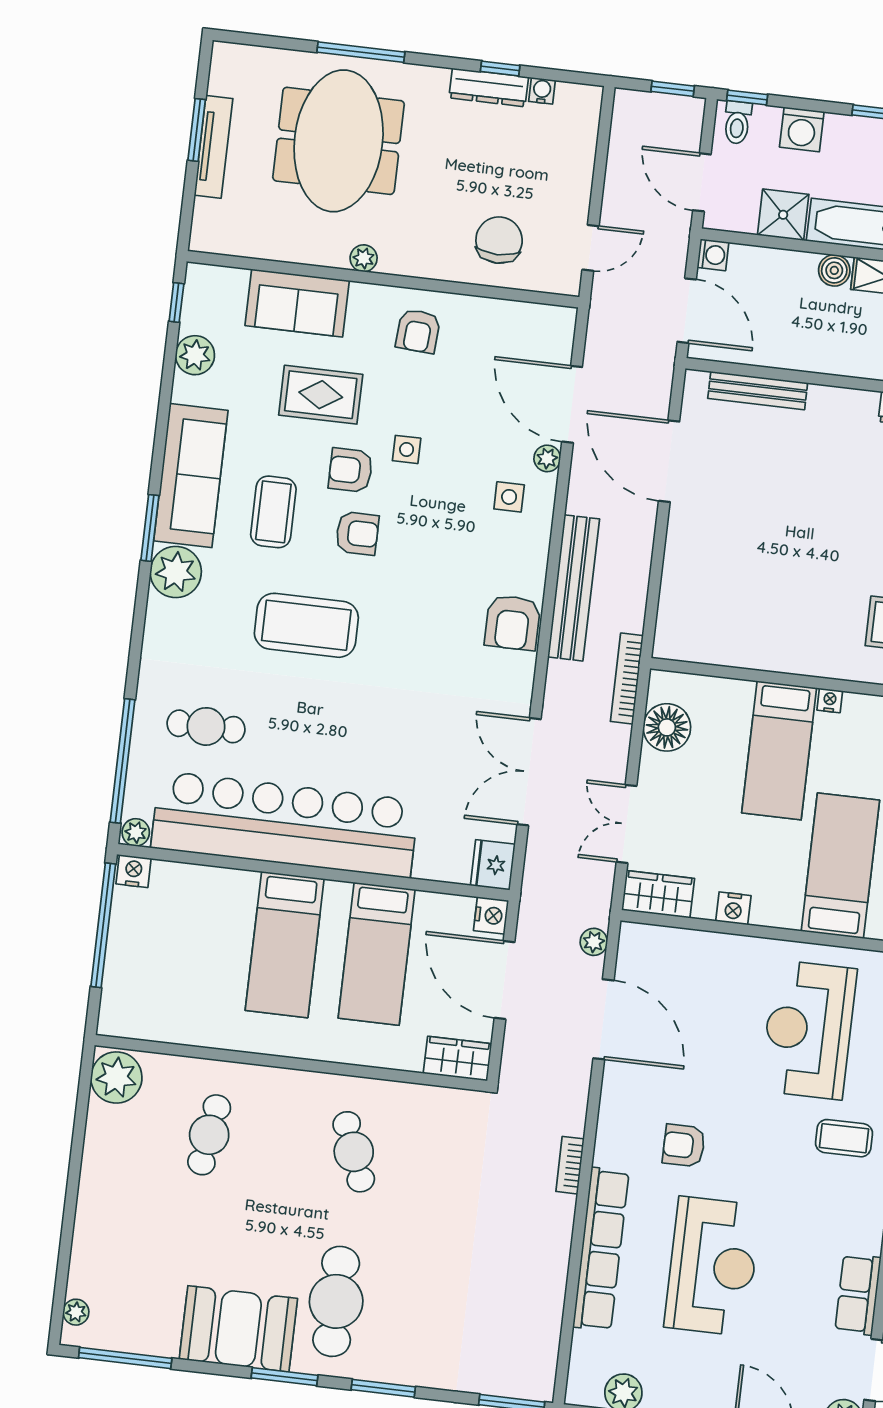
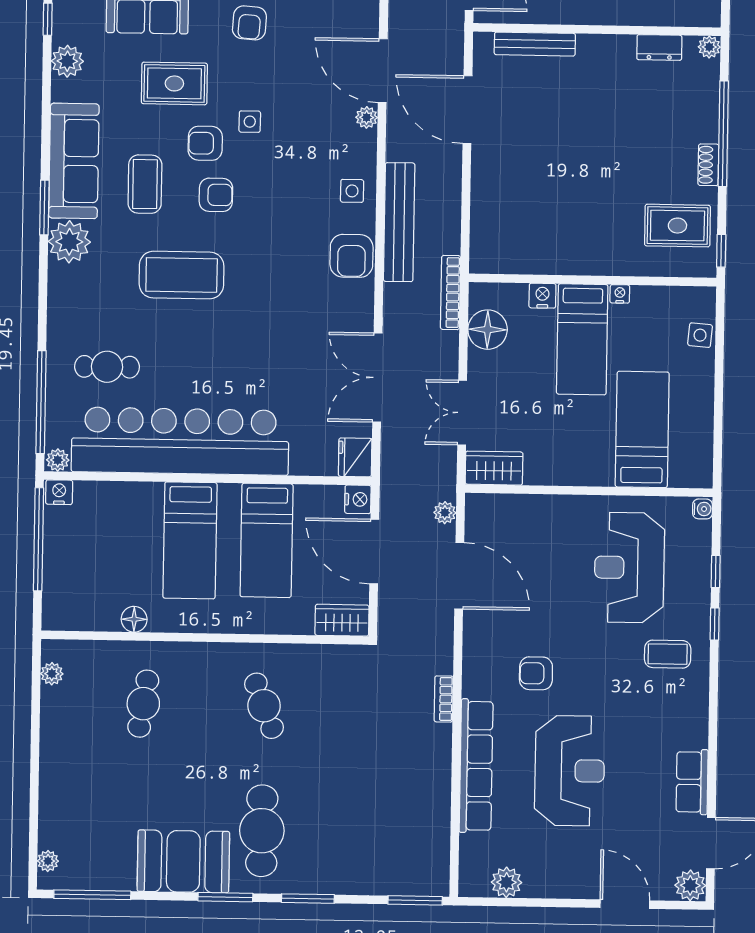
side table: (509, 497) -> (352, 191), moved
nightstand: (733, 908) -> (542, 296), moved, turned 180
floor lamp: (208, 1033) -> (134, 619), added
plant: (116, 1077) -> (52, 674), width x0.53, depth x0.53

